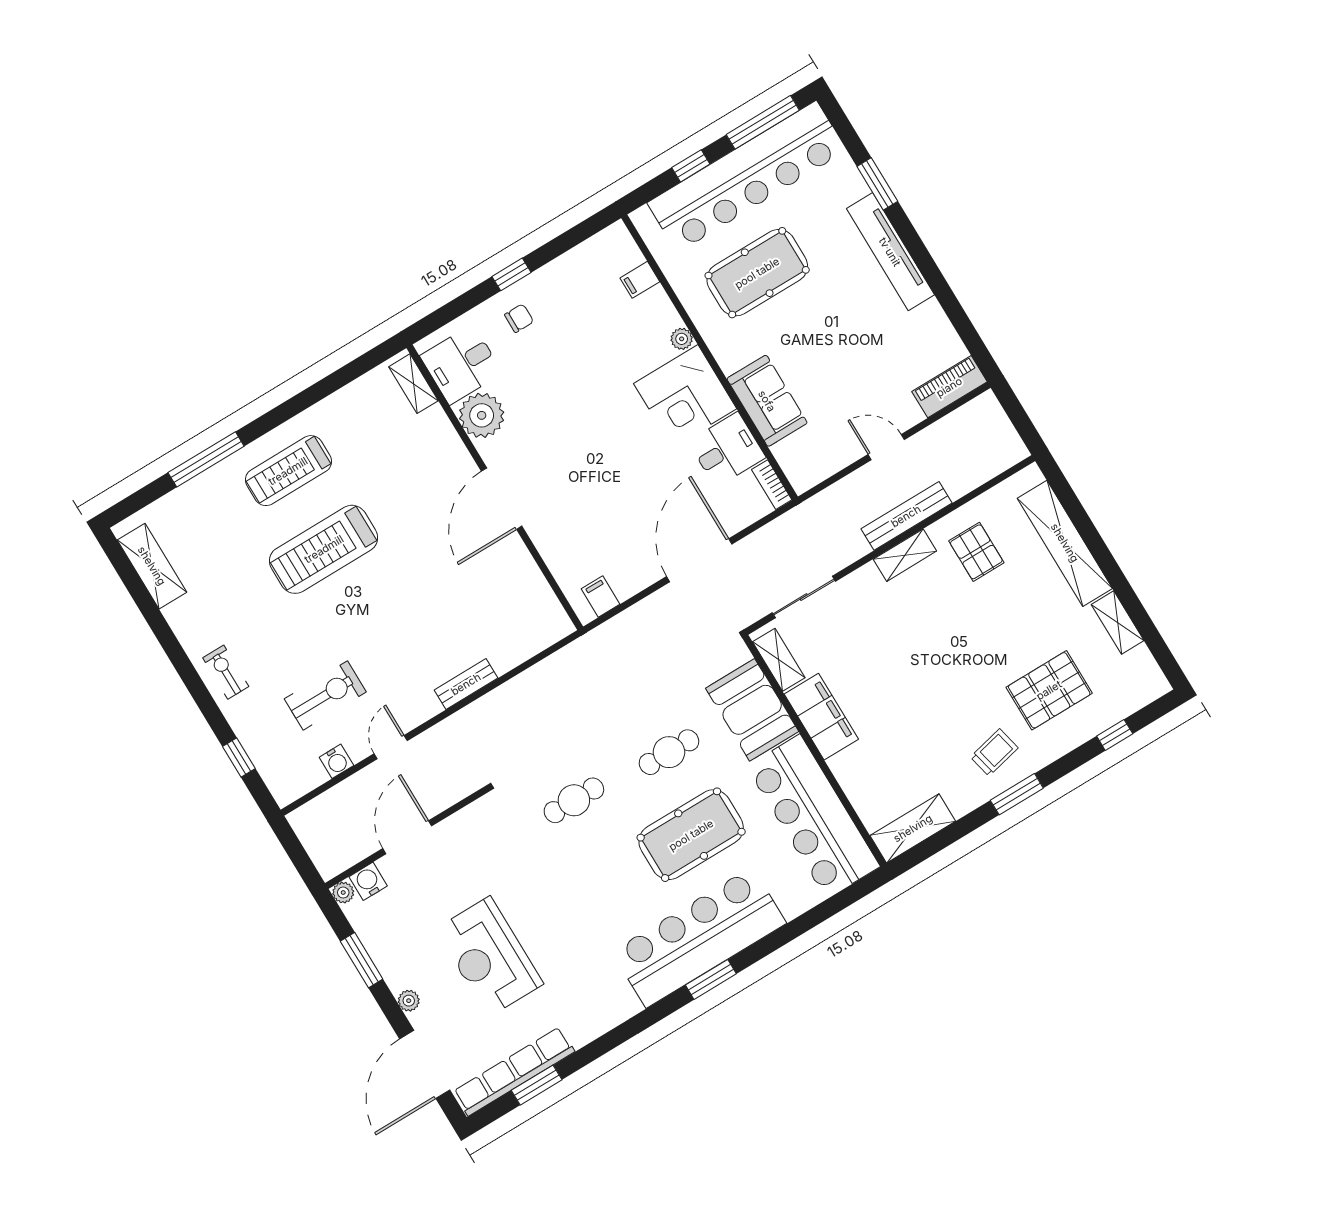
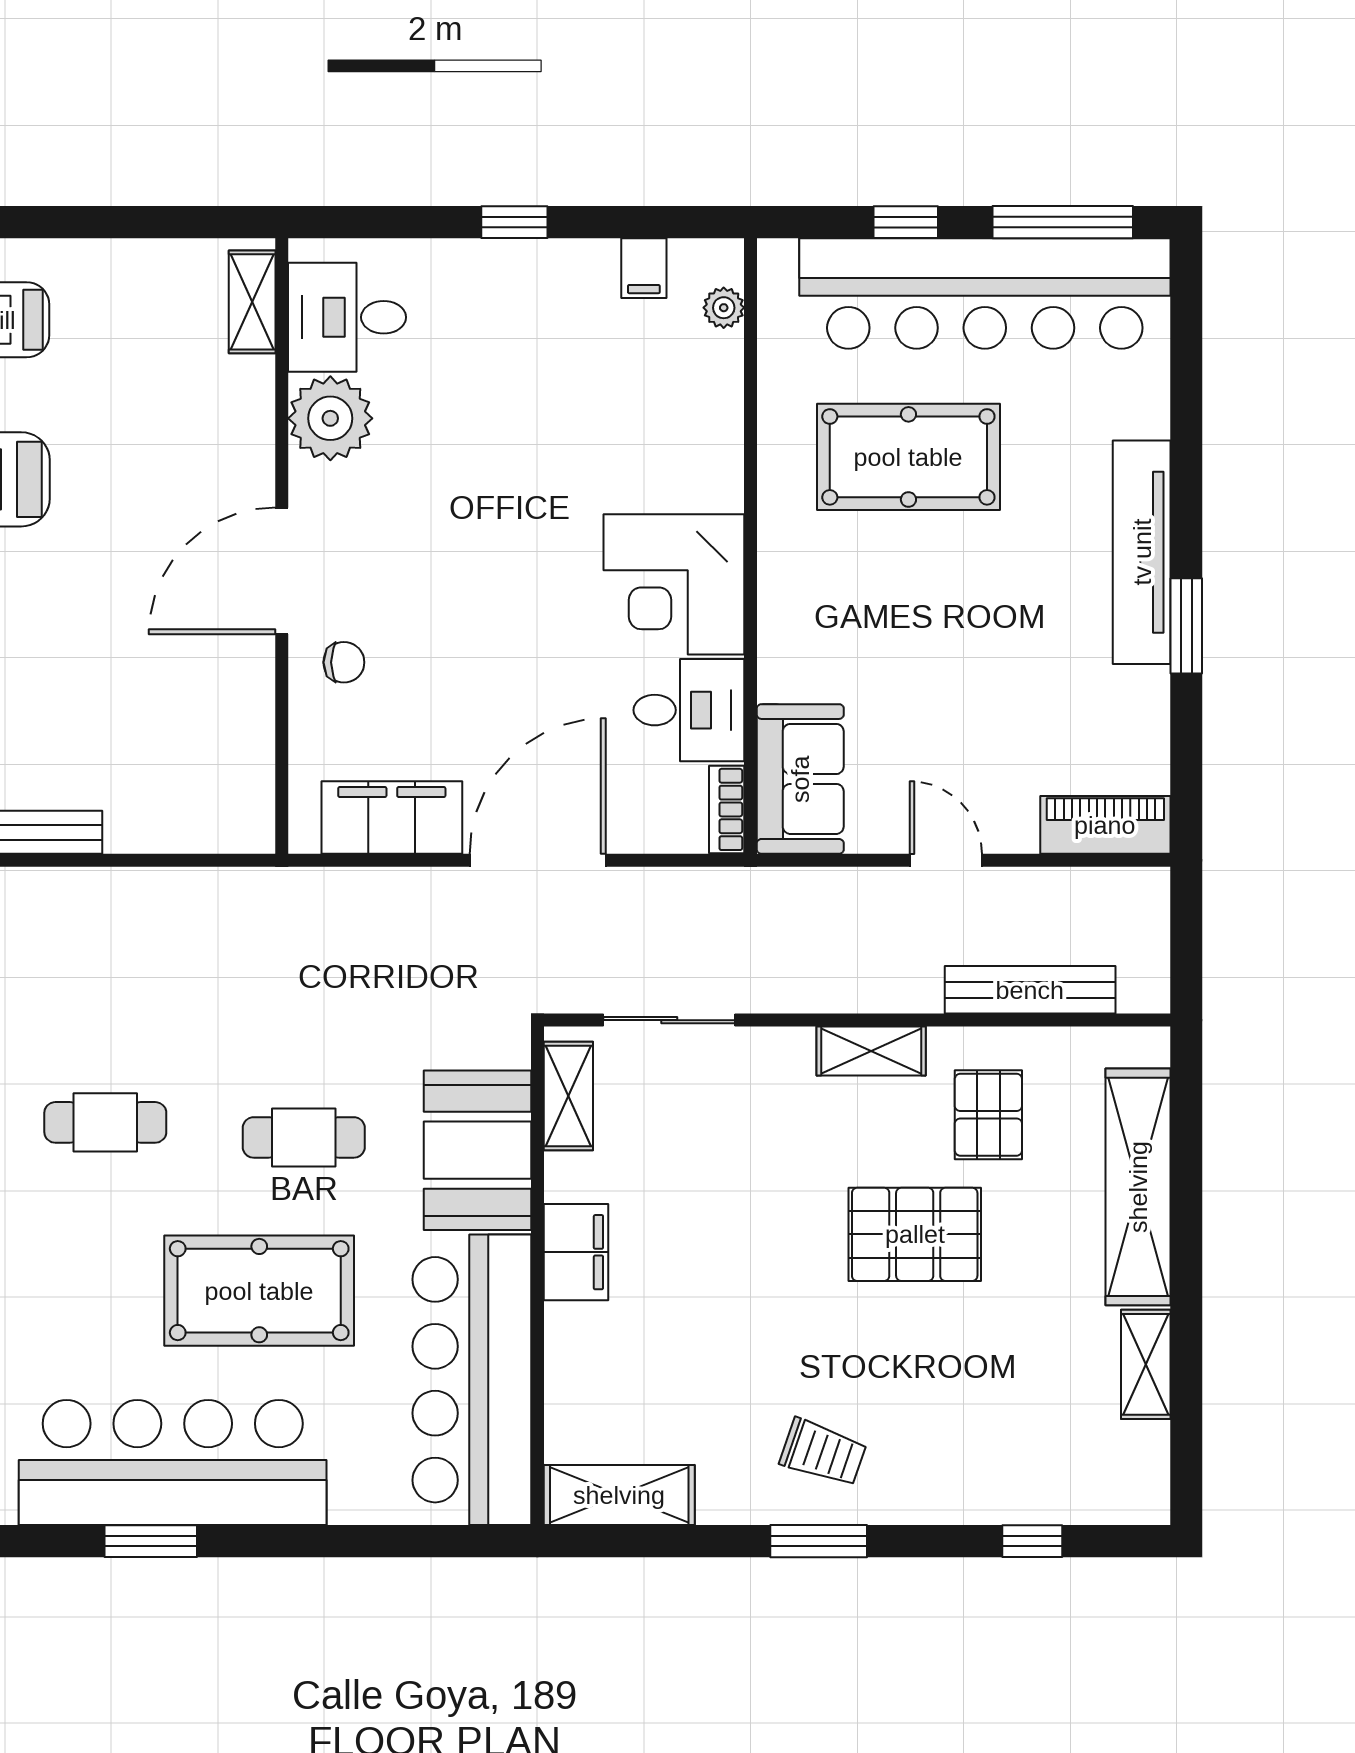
window: (877, 184) -> (1186, 626), moved
filing cabinet: (640, 280) -> (644, 268), moved, turned -90
chair: (519, 318) -> (344, 662), moved
plant: (682, 339) -> (724, 308), moved
sofa: (767, 401) -> (800, 779), moved
bench: (906, 516) -> (1030, 990), moved
filing cabinet: (601, 597) -> (392, 817), width x3.00, depth x1.17
pallet: (1049, 690) -> (915, 1234), moved
filing cabinet: (821, 717) -> (576, 1252), width x0.67, depth x0.86
trolley: (994, 752) -> (823, 1453), turned 32

